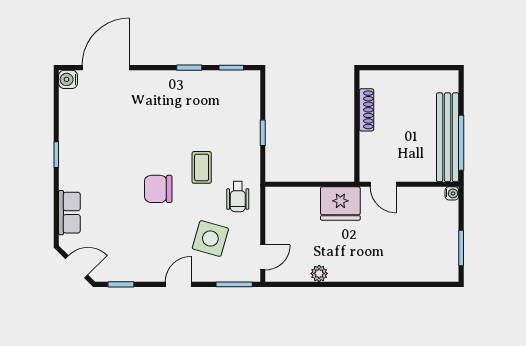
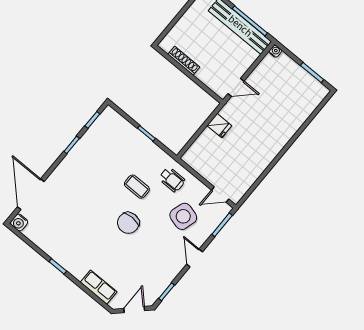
fridge: (340, 203) -> (219, 126), width x0.53, depth x0.75
door: (263, 257) -> (220, 195), swing flipped
plant: (319, 273) -> (257, 169), removed

